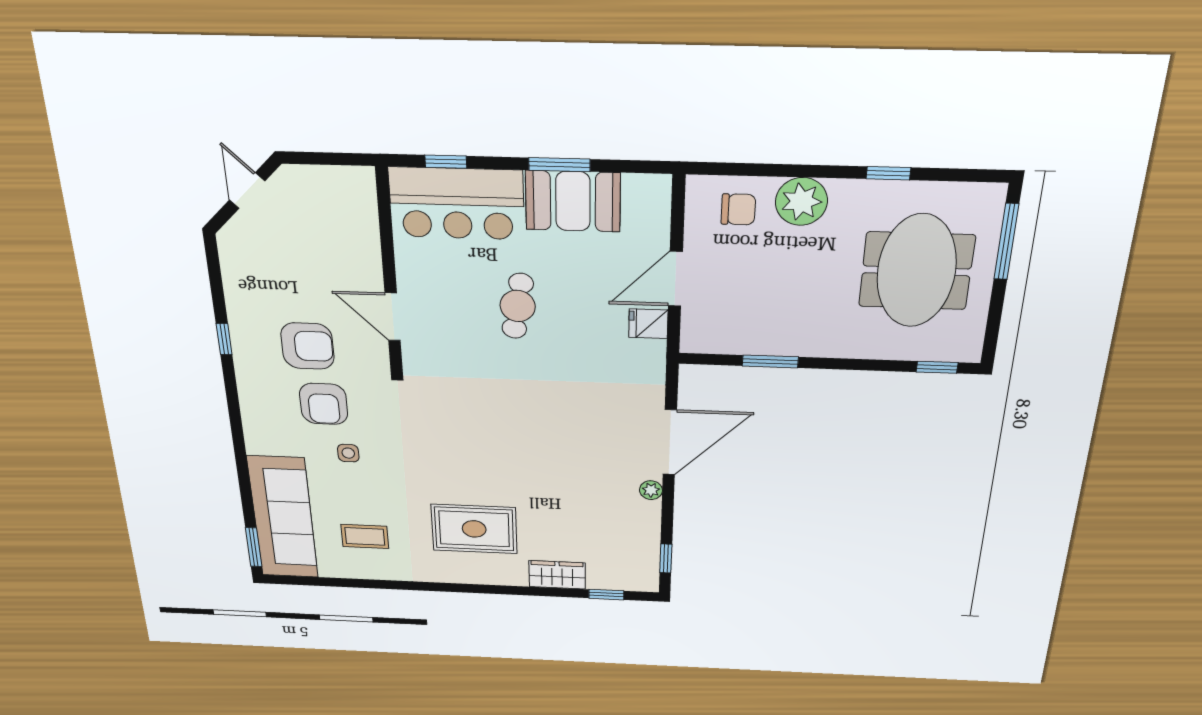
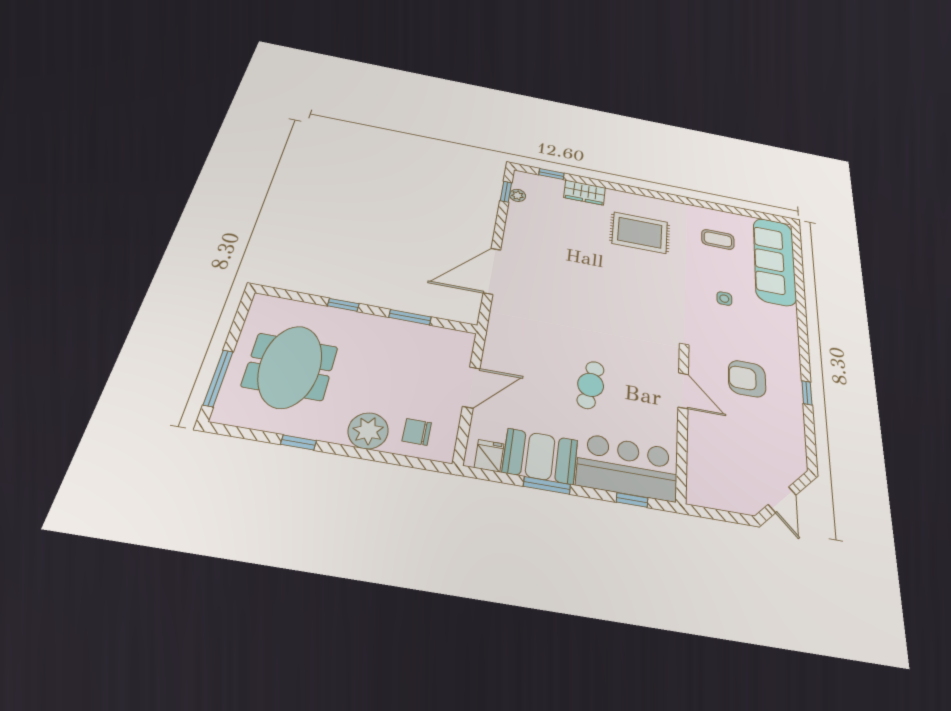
fridge: (648, 324) -> (489, 456), moved, turned -90
window: (937, 367) -> (343, 305), moved
armchair: (324, 404) -> (739, 336), removed
plant: (651, 490) -> (518, 195), moved
window: (254, 547) -> (797, 244), removed

